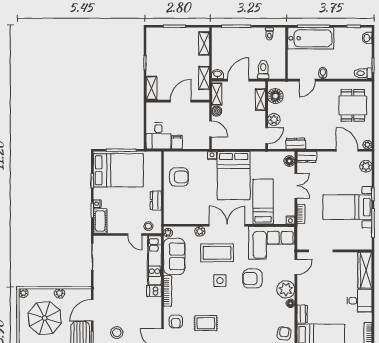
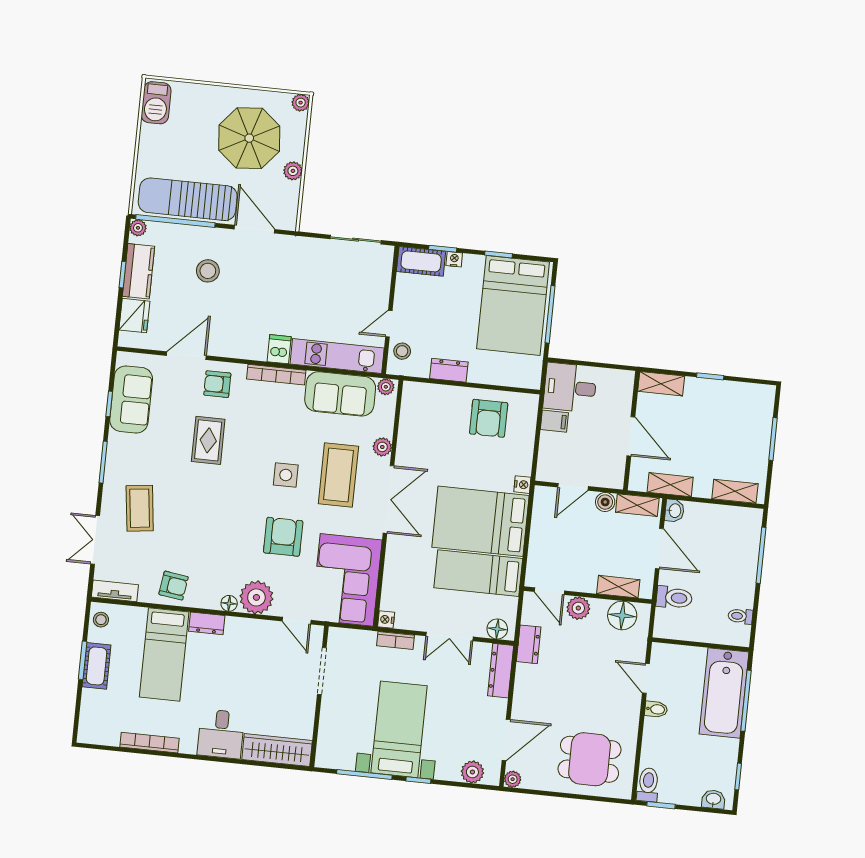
dresser: (307, 157) -> (501, 671), width x1.44
bed: (263, 202) -> (478, 573), moved, turned 180

